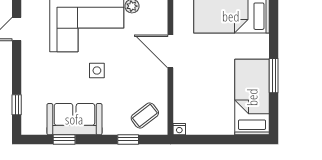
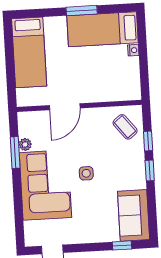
sofa: (74, 119) -> (134, 215), moved
nightstand: (179, 129) -> (133, 50), moved
window: (64, 139) -> (150, 171), moved

